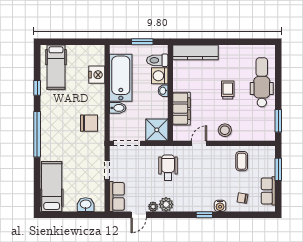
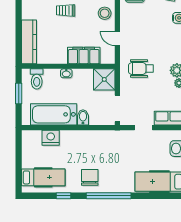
washing machine: (160, 76) -> (52, 77), removed
chair: (89, 123) -> (90, 177), moved

